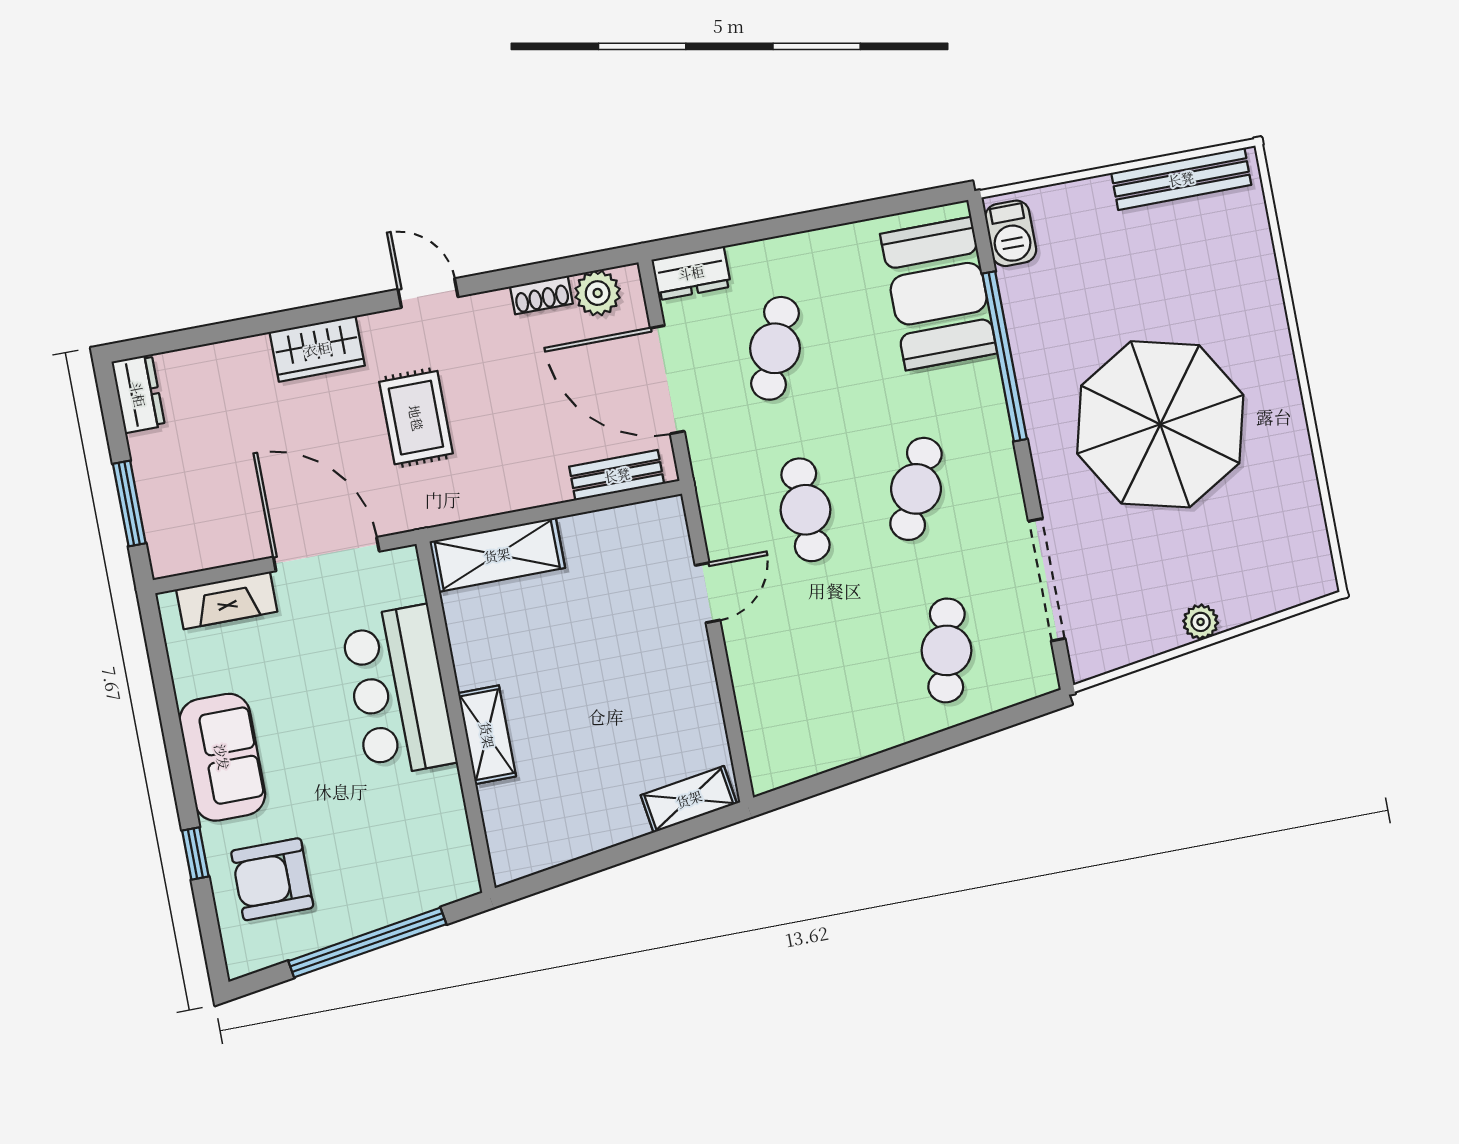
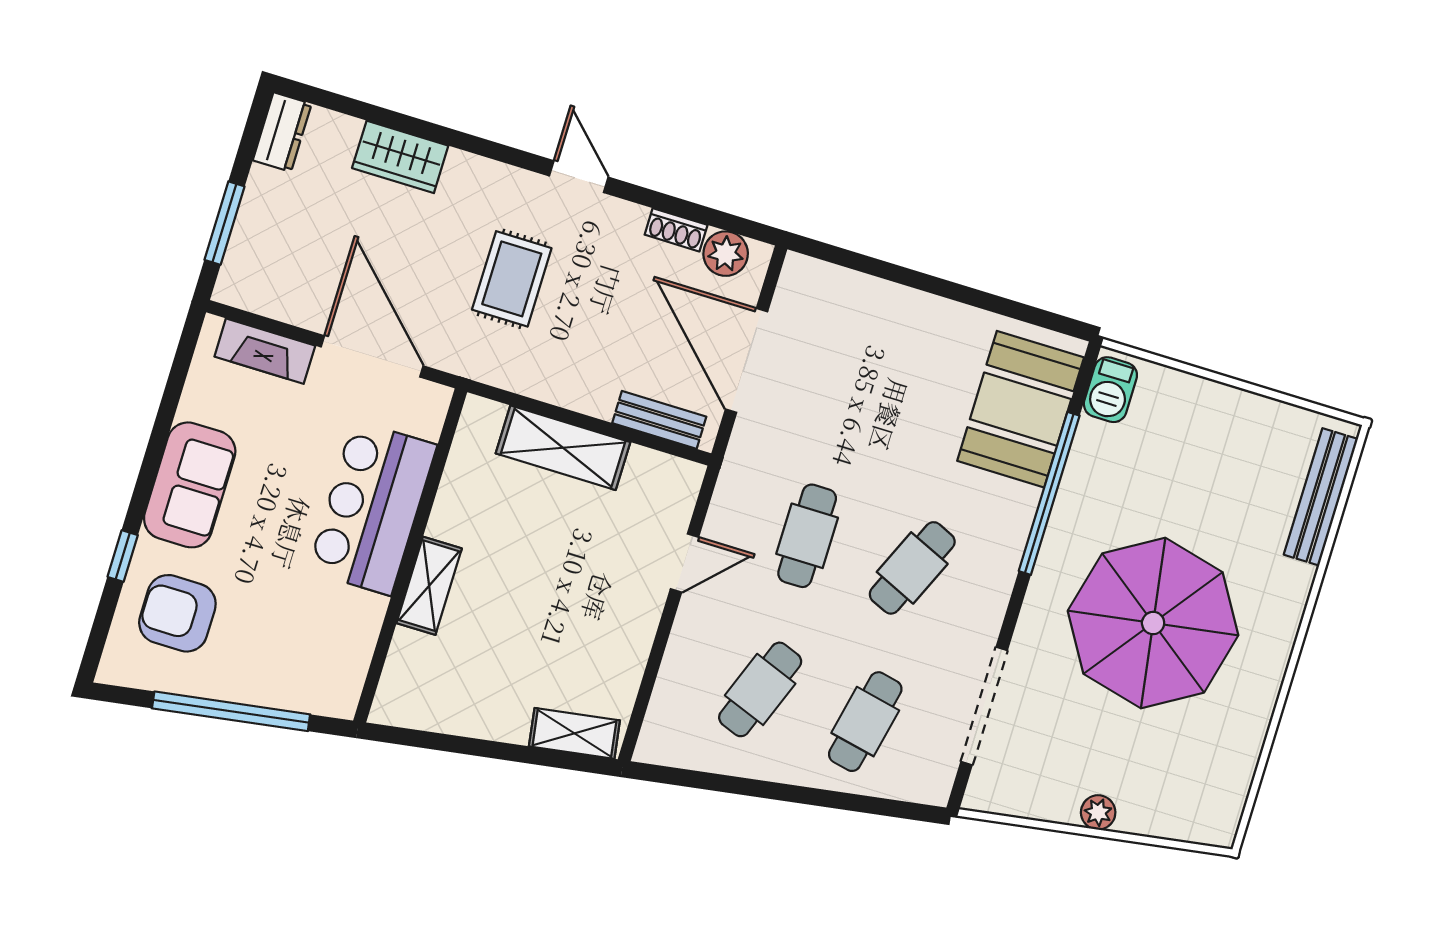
bench: (1181, 179) -> (1321, 497), moved, turned 90
dresser: (691, 273) -> (816, 279), removed
cafe table: (775, 348) -> (760, 689), moved
wardrobe: (317, 349) -> (400, 157), moved
shelving: (497, 555) -> (563, 448), moved

